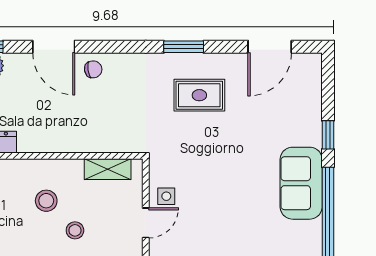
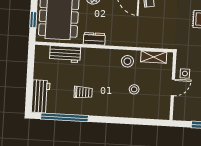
stool: (46, 201) -> (127, 61), moved

